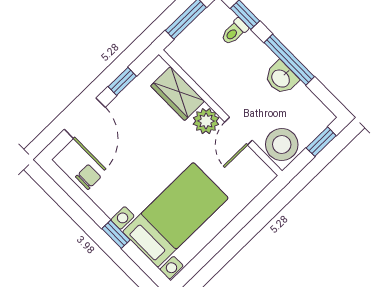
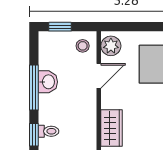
plant: (206, 121) -> (111, 46), moved
stool: (282, 144) -> (83, 46), width x0.53, depth x0.53

